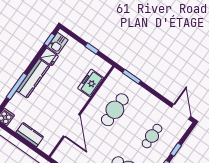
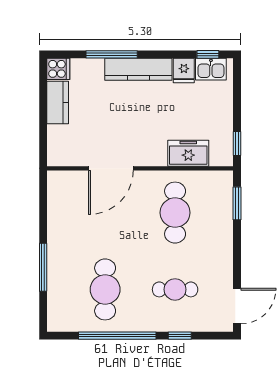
window: (92, 48) -> (237, 143), moved
cafe table: (115, 110) -> (175, 213), turned 90
kitchen counter: (30, 135) -> (58, 103), moved

